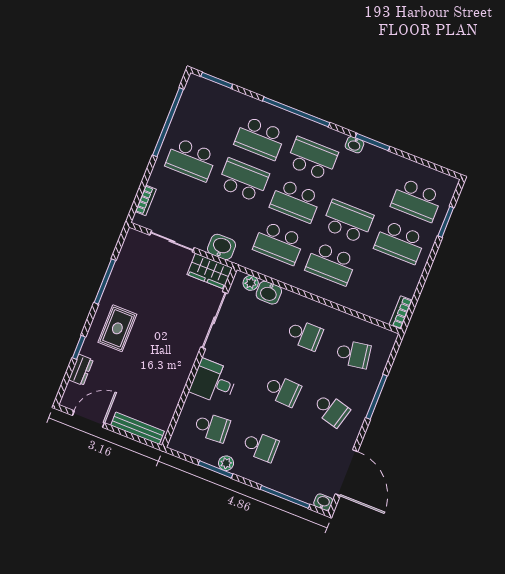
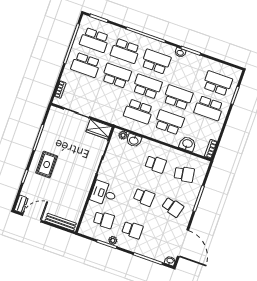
school desk: (208, 117) -> (94, 40), added
school desk: (417, 200) -> (218, 83), turned 180
school desk: (295, 201) -> (147, 87), turned 180
washbasin: (222, 247) -> (187, 144), moved
school desk: (331, 264) -> (169, 122), turned 180
dresser: (81, 370) -> (21, 204), moved

